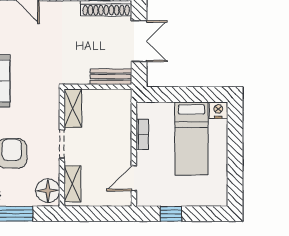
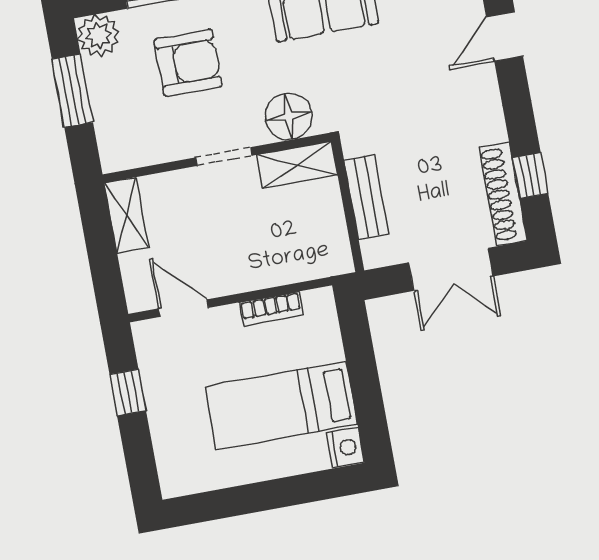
bench: (111, 77) -> (366, 197), moved
shelving: (72, 184) -> (126, 215), moved, turned 90
floor lamp: (48, 191) -> (289, 116), moved

